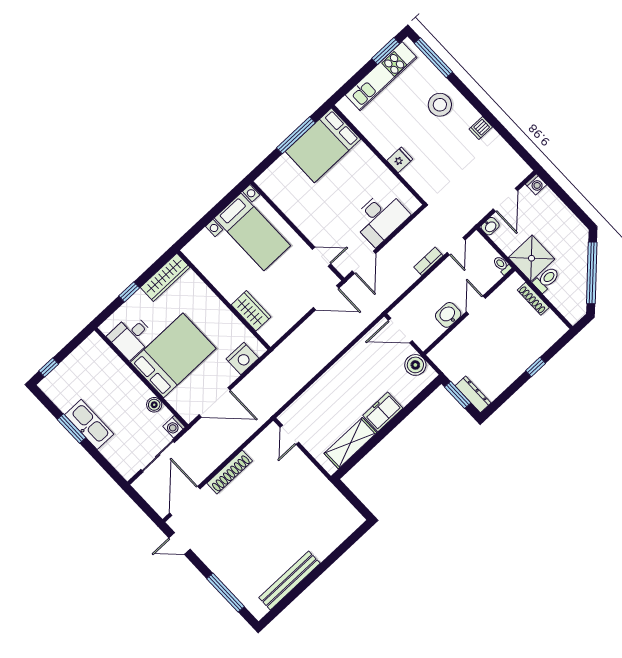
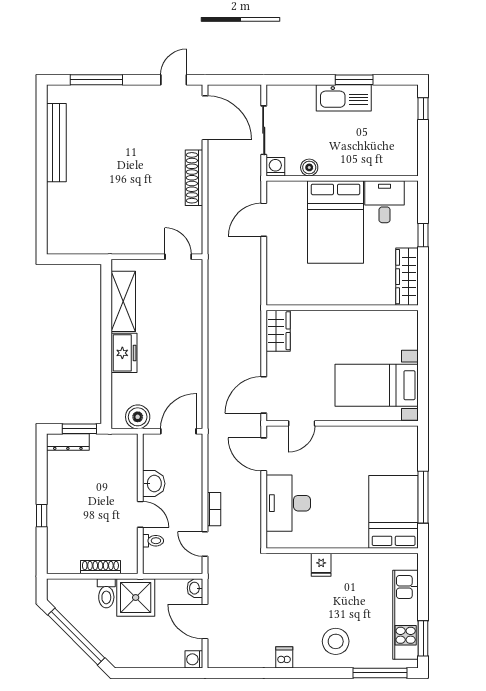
toilet: (502, 265) -> (153, 541), moved
wardrobe: (251, 311) -> (278, 331), moved, turned -90
nightstand: (242, 358) -> (279, 277), removed
door: (215, 402) -> (264, 220), width x0.73

